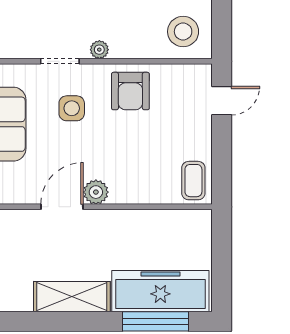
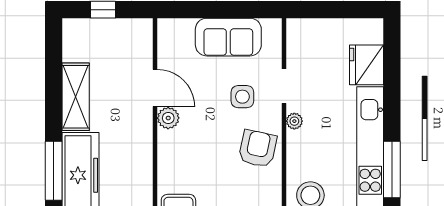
armchair: (130, 91) -> (258, 149), turned 102

